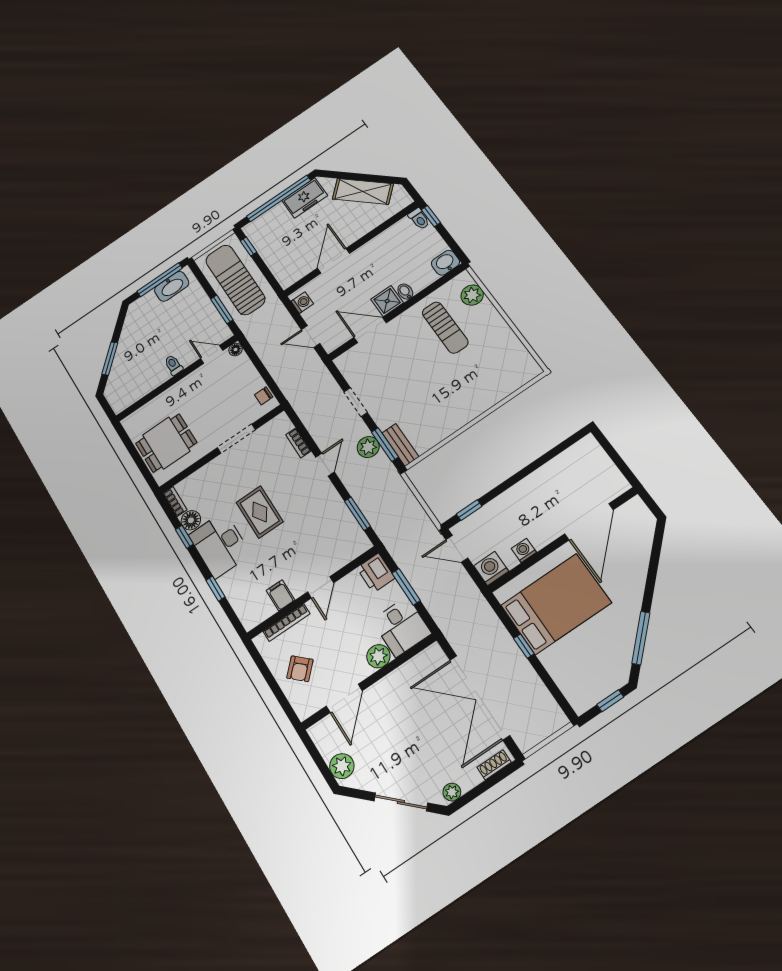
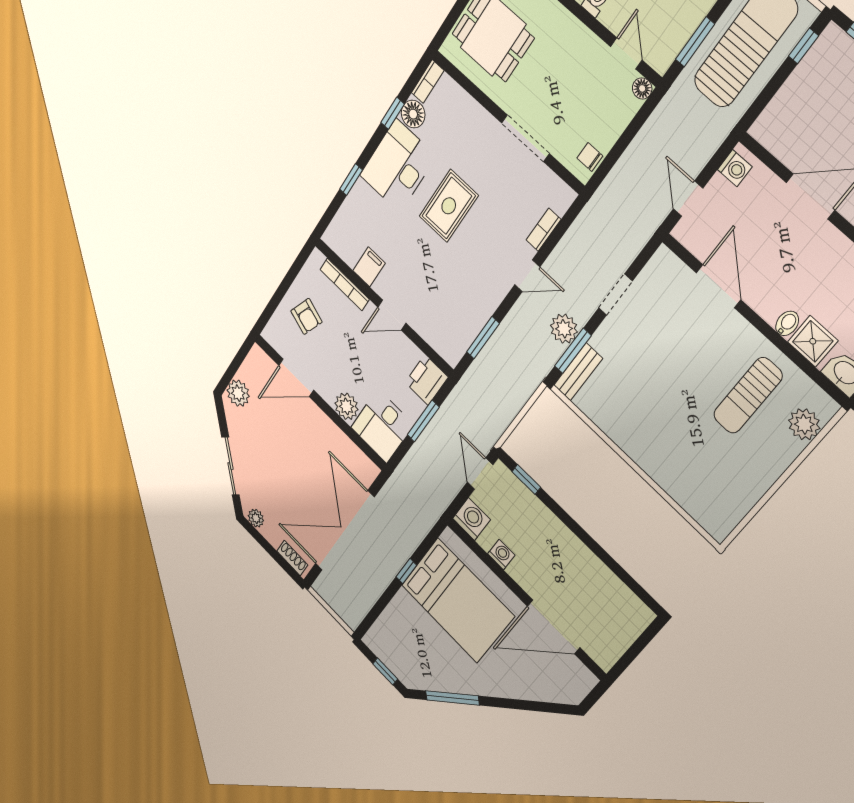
shower: (387, 301) -> (813, 341), moved
armchair: (300, 669) -> (306, 316), turned -115

